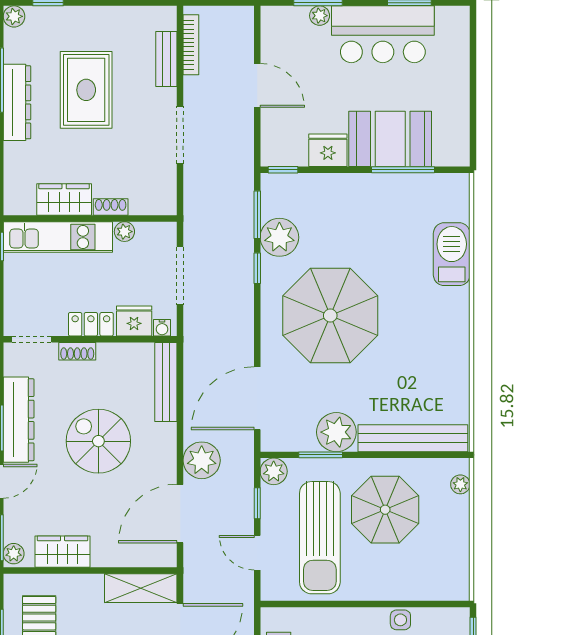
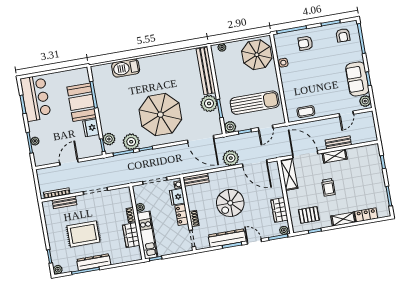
bar counter: (383, 34) -> (36, 98), moved
plant: (295, 187) -> (109, 139), added
bench: (166, 382) -> (196, 180), width x0.73
parasol: (385, 510) -> (257, 55), moved

